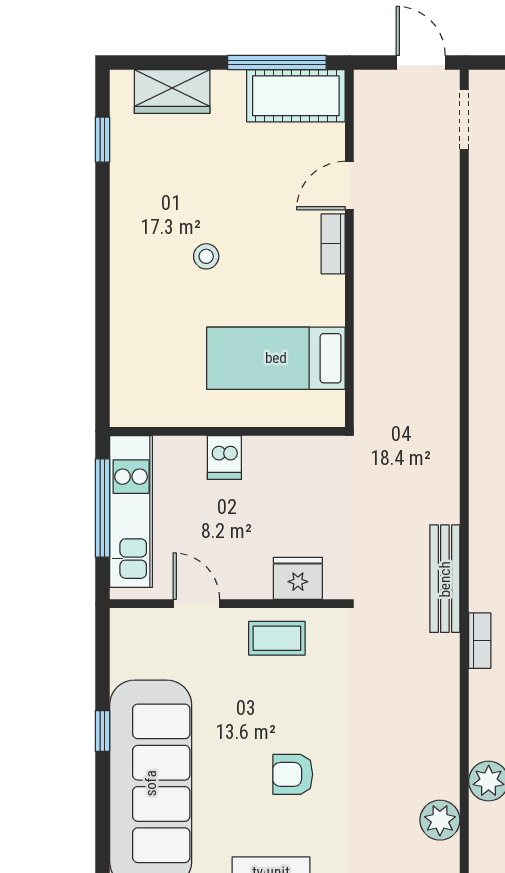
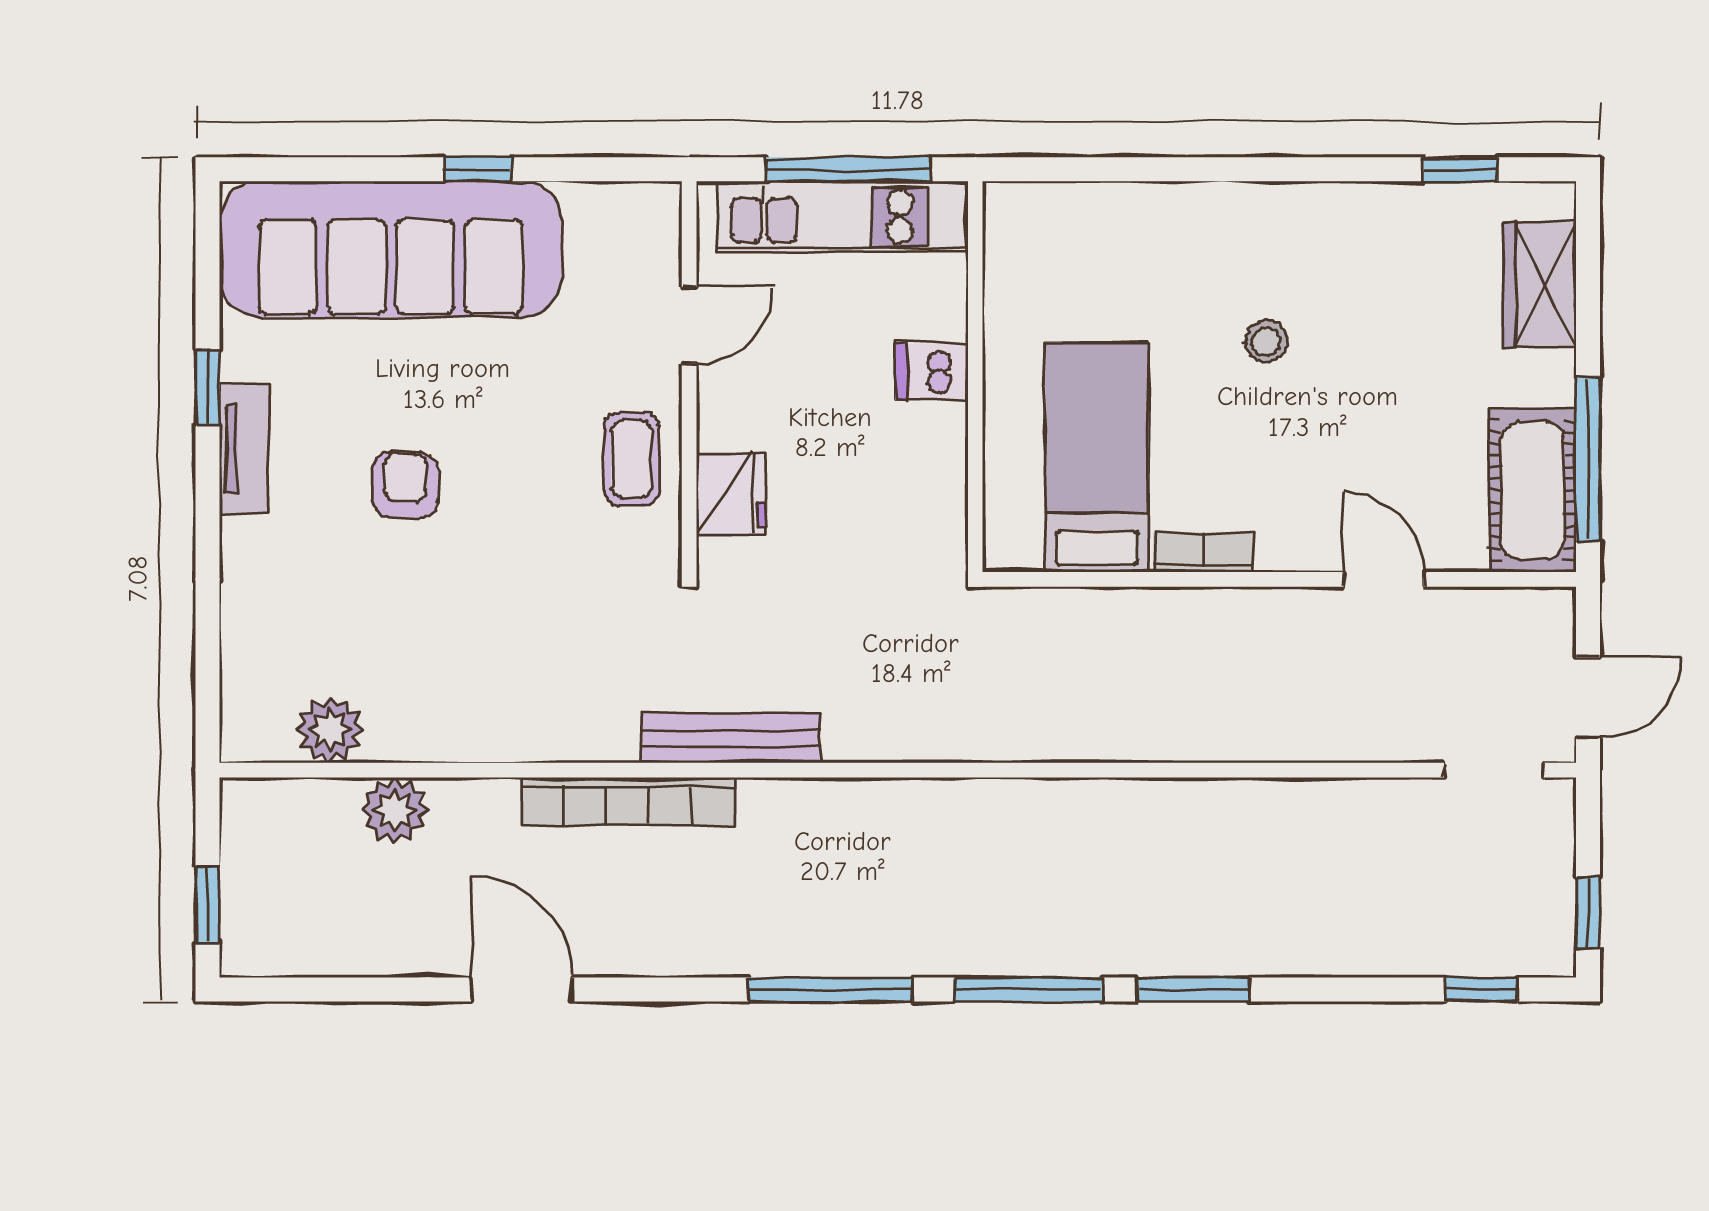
bookcase: (333, 244) -> (1203, 552), moved
bookcase: (480, 641) -> (628, 801), width x2.31, depth x1.31

